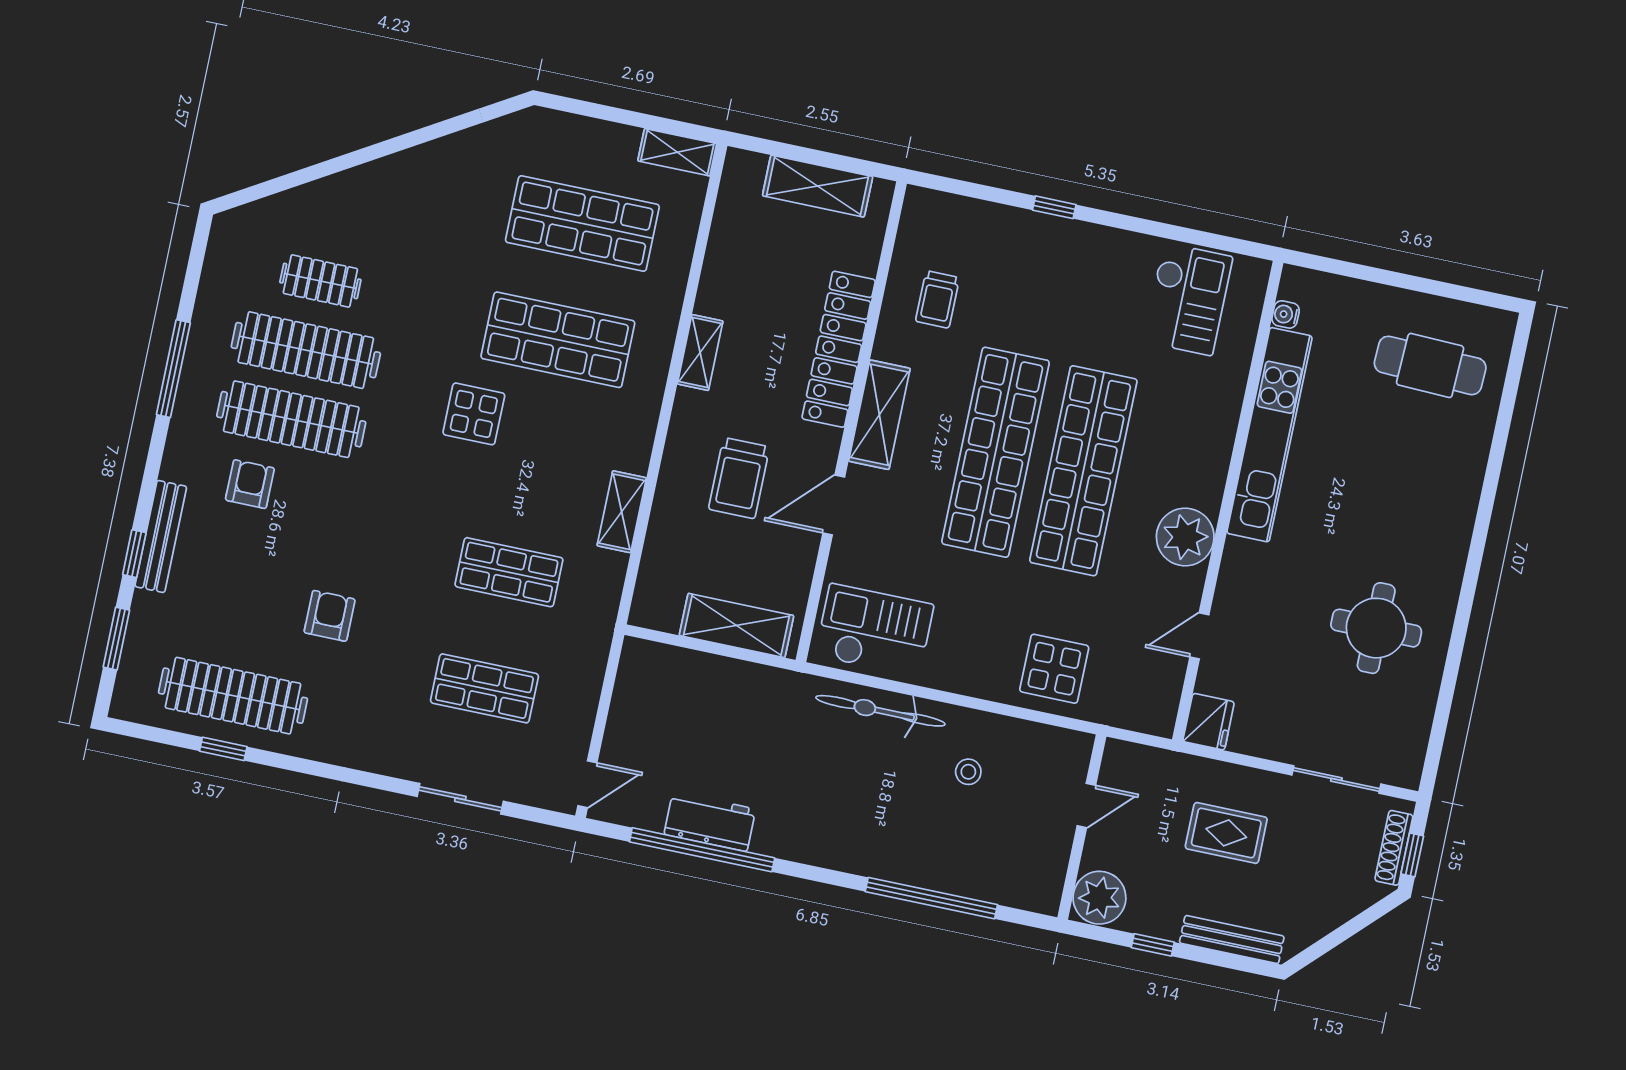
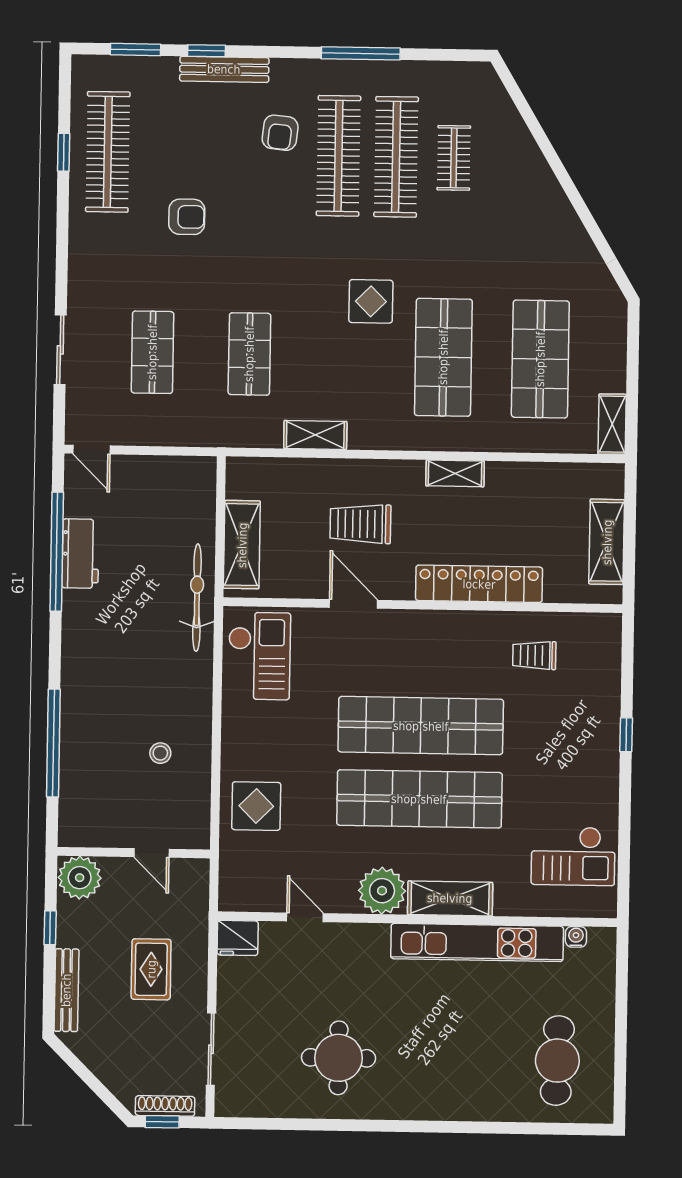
shelving: (879, 415) -> (450, 898), moved
armchair: (250, 484) -> (280, 133), turned 96
bicycle: (880, 711) -> (197, 598), moved

